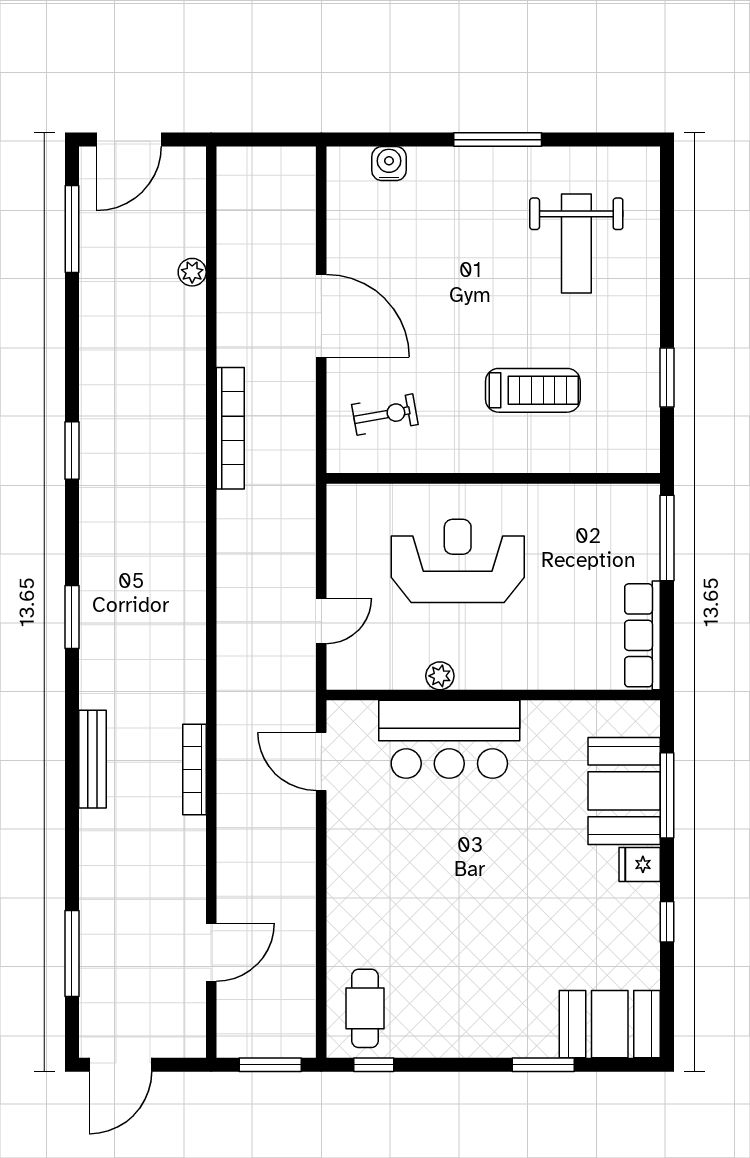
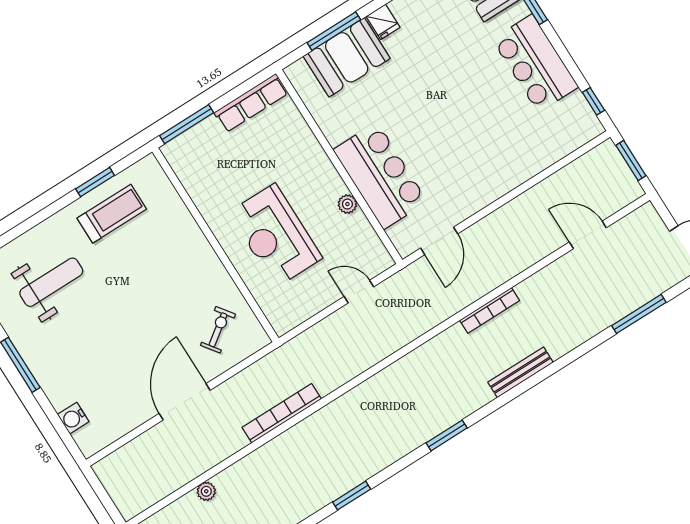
treadmill: (533, 390) -> (112, 214), moved, turned 90
exercise bike: (385, 415) -> (218, 330), turned 64
cafe table: (365, 1008) -> (564, 127), removed
bar counter: (467, 1022) -> (535, 63), added

